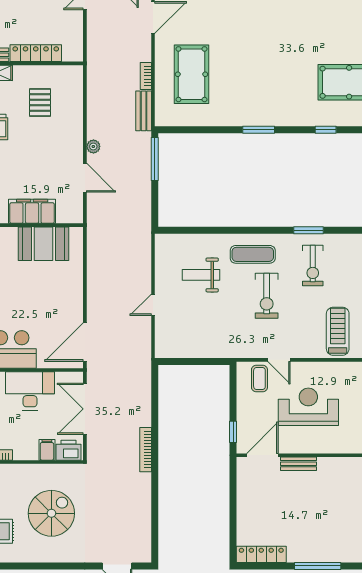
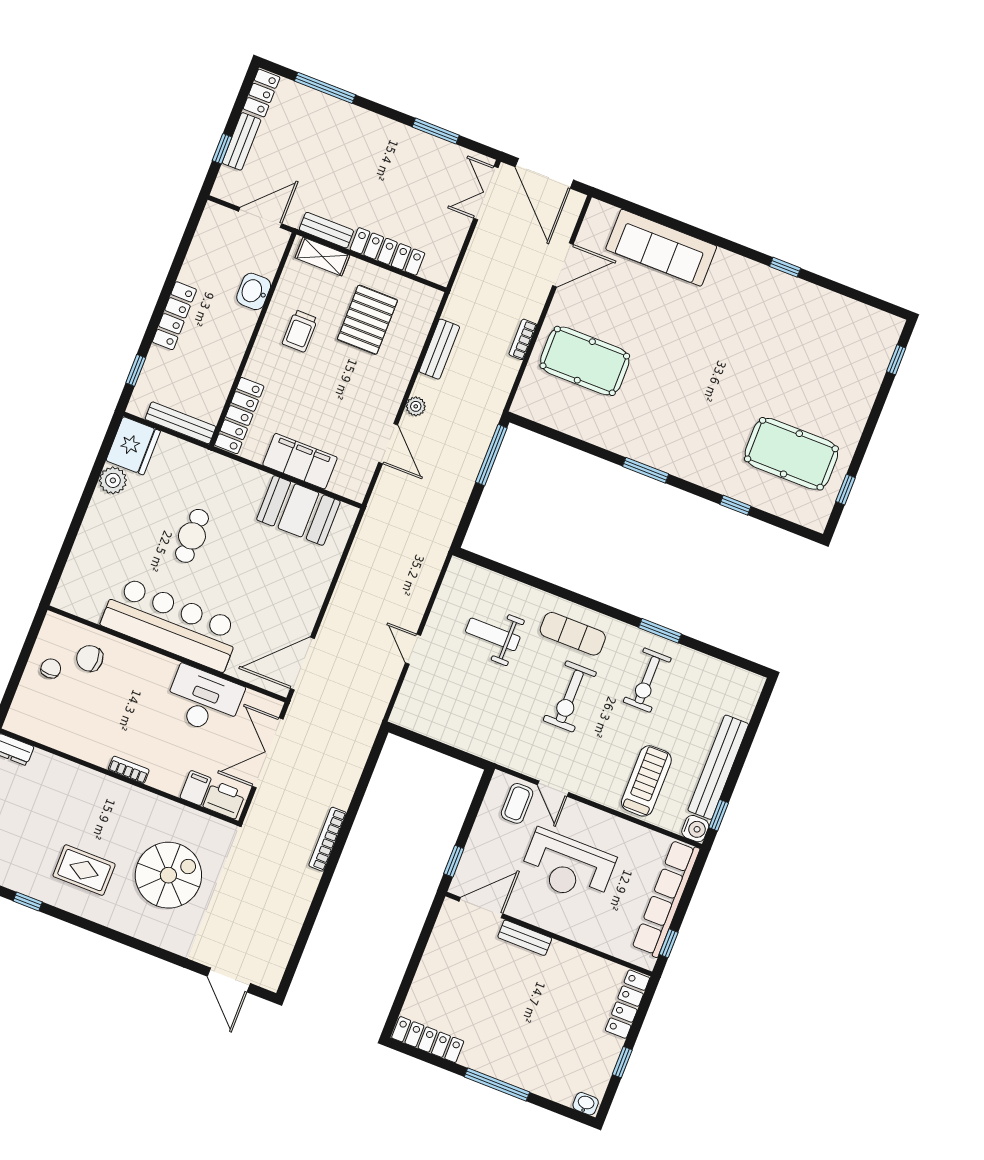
pool table: (191, 74) -> (585, 361), turned 90
pallet: (40, 102) -> (367, 320), width x1.50, depth x1.42
bench: (144, 111) -> (439, 349), moved
door: (153, 305) -> (413, 649), hinge flipped
reception desk: (308, 407) -> (568, 867), turned 180

